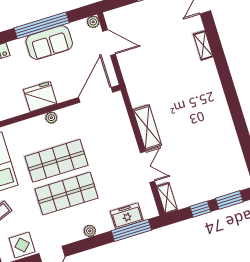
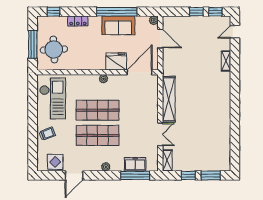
fridge: (40, 97) -> (116, 61), moved
shelving: (147, 127) -> (169, 99), width x1.47

